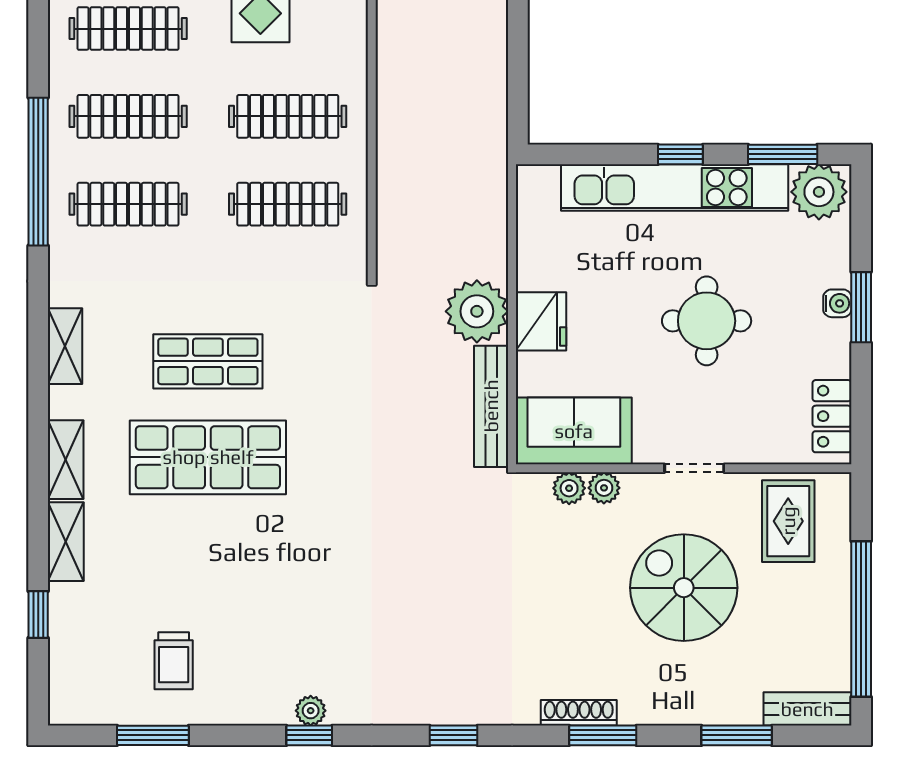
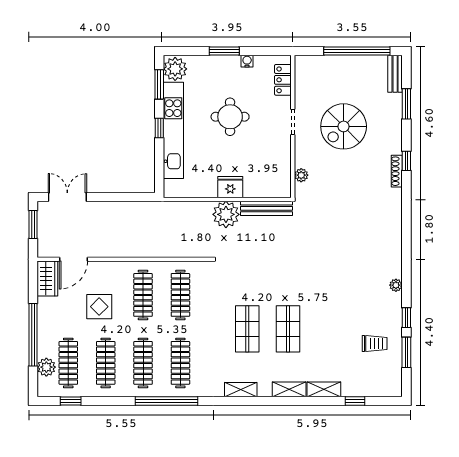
water cooler: (837, 303) -> (247, 61), moved
locker: (832, 416) -> (283, 80), moved, turned 90
sofa: (574, 431) -> (277, 173), removed
shop shelf: (208, 457) -> (288, 329), width x0.70, depth x0.74
plant: (604, 488) -> (301, 160), removed
rug: (788, 521) -> (315, 82), removed
window: (309, 735) -> (406, 318), moved
window: (453, 735) -> (406, 224), removed
window: (603, 735) -> (406, 161), width x0.67

